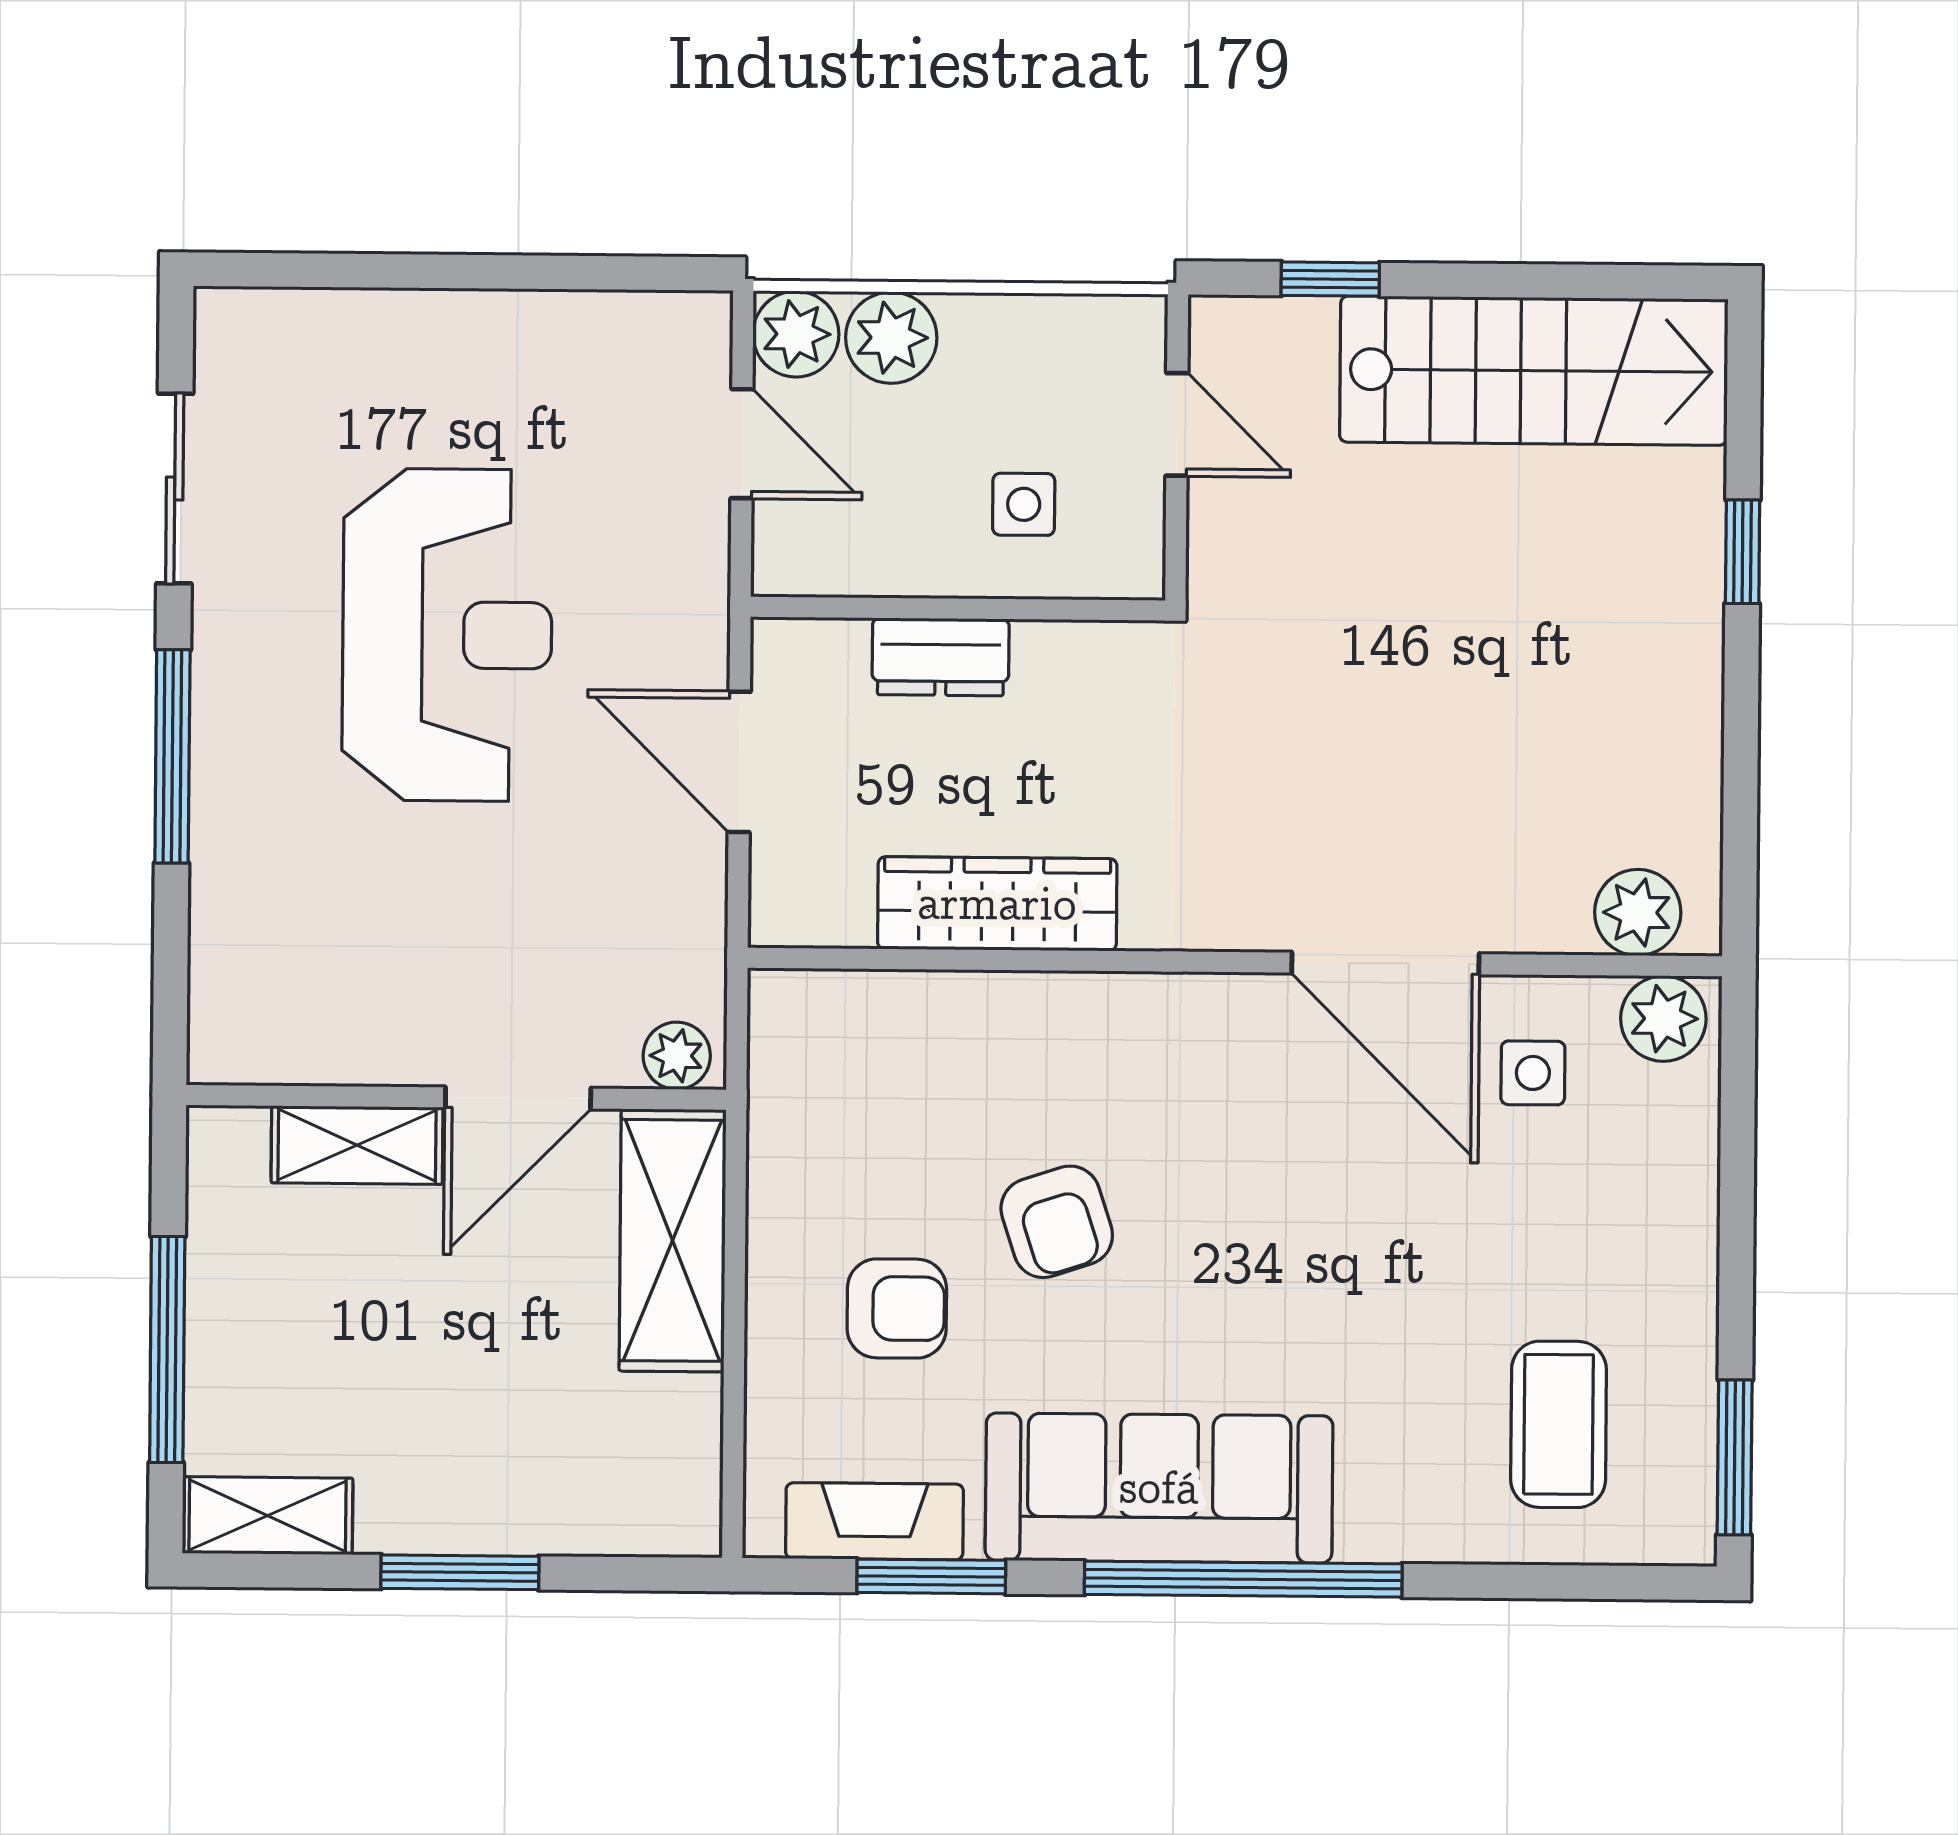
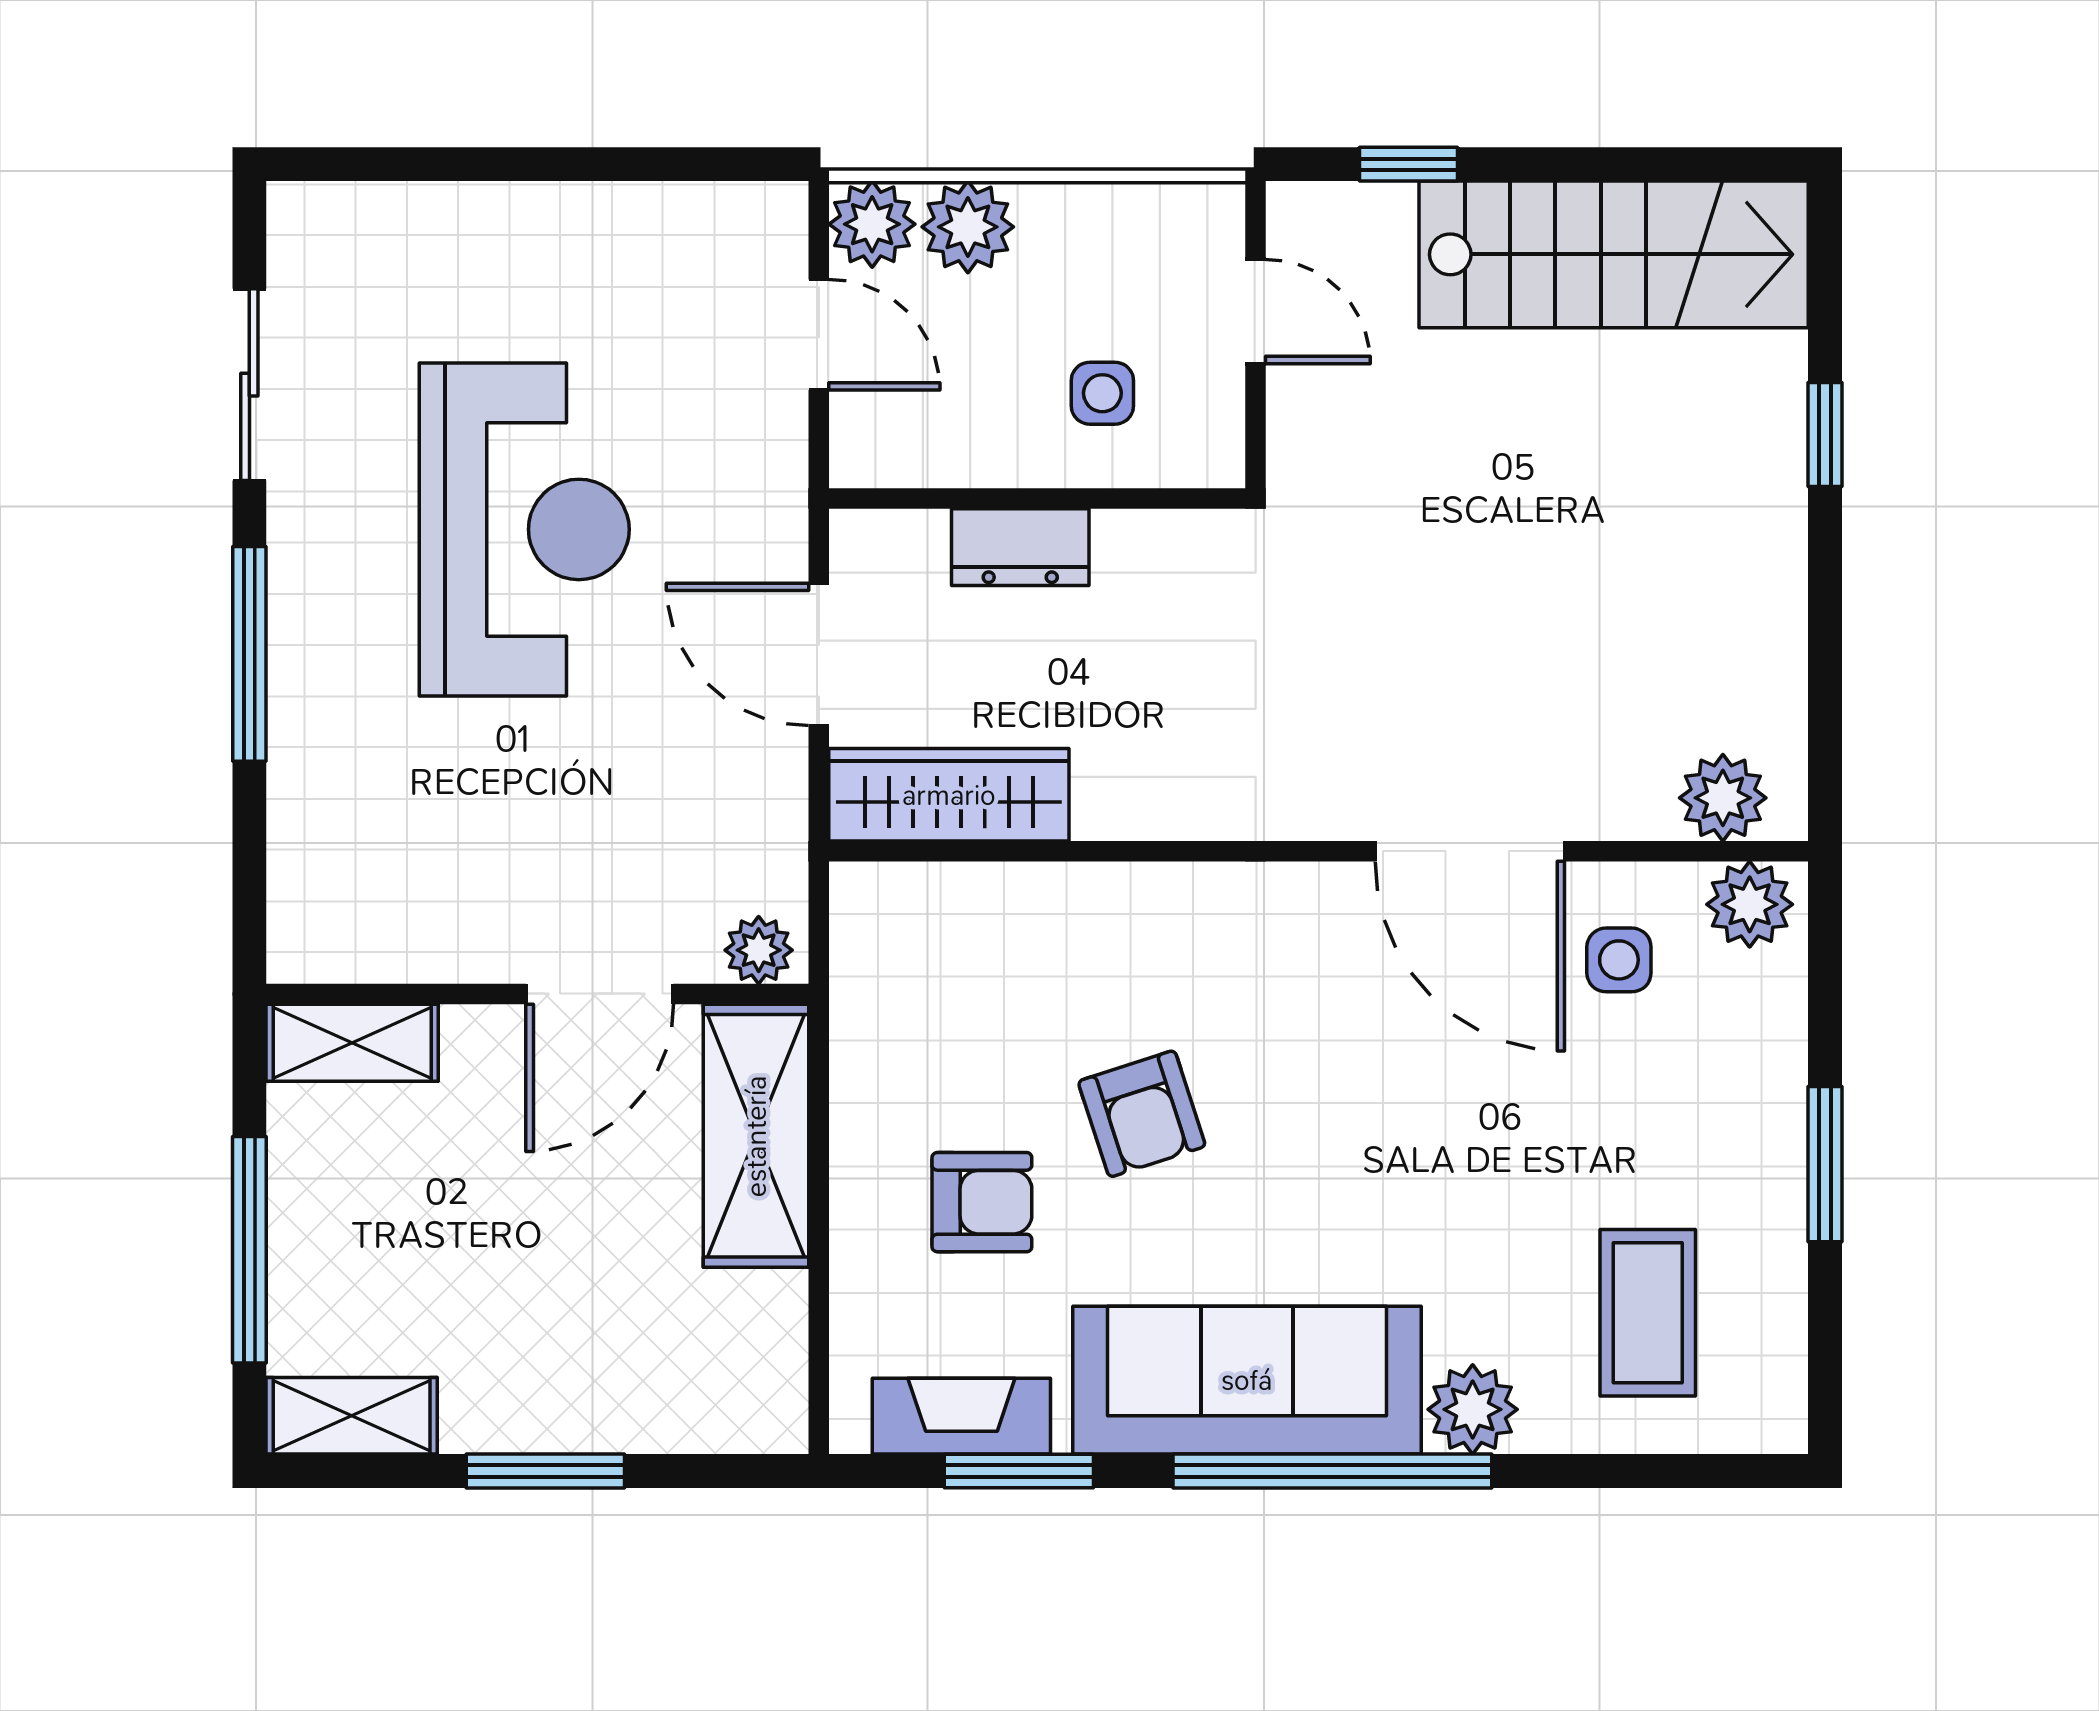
wardrobe: (997, 904) -> (949, 795), moved
shelving: (357, 1145) -> (352, 1043), moved
window: (1735, 1457) -> (1825, 1164), moved
plant: (1383, 1519) -> (1473, 1409), added

